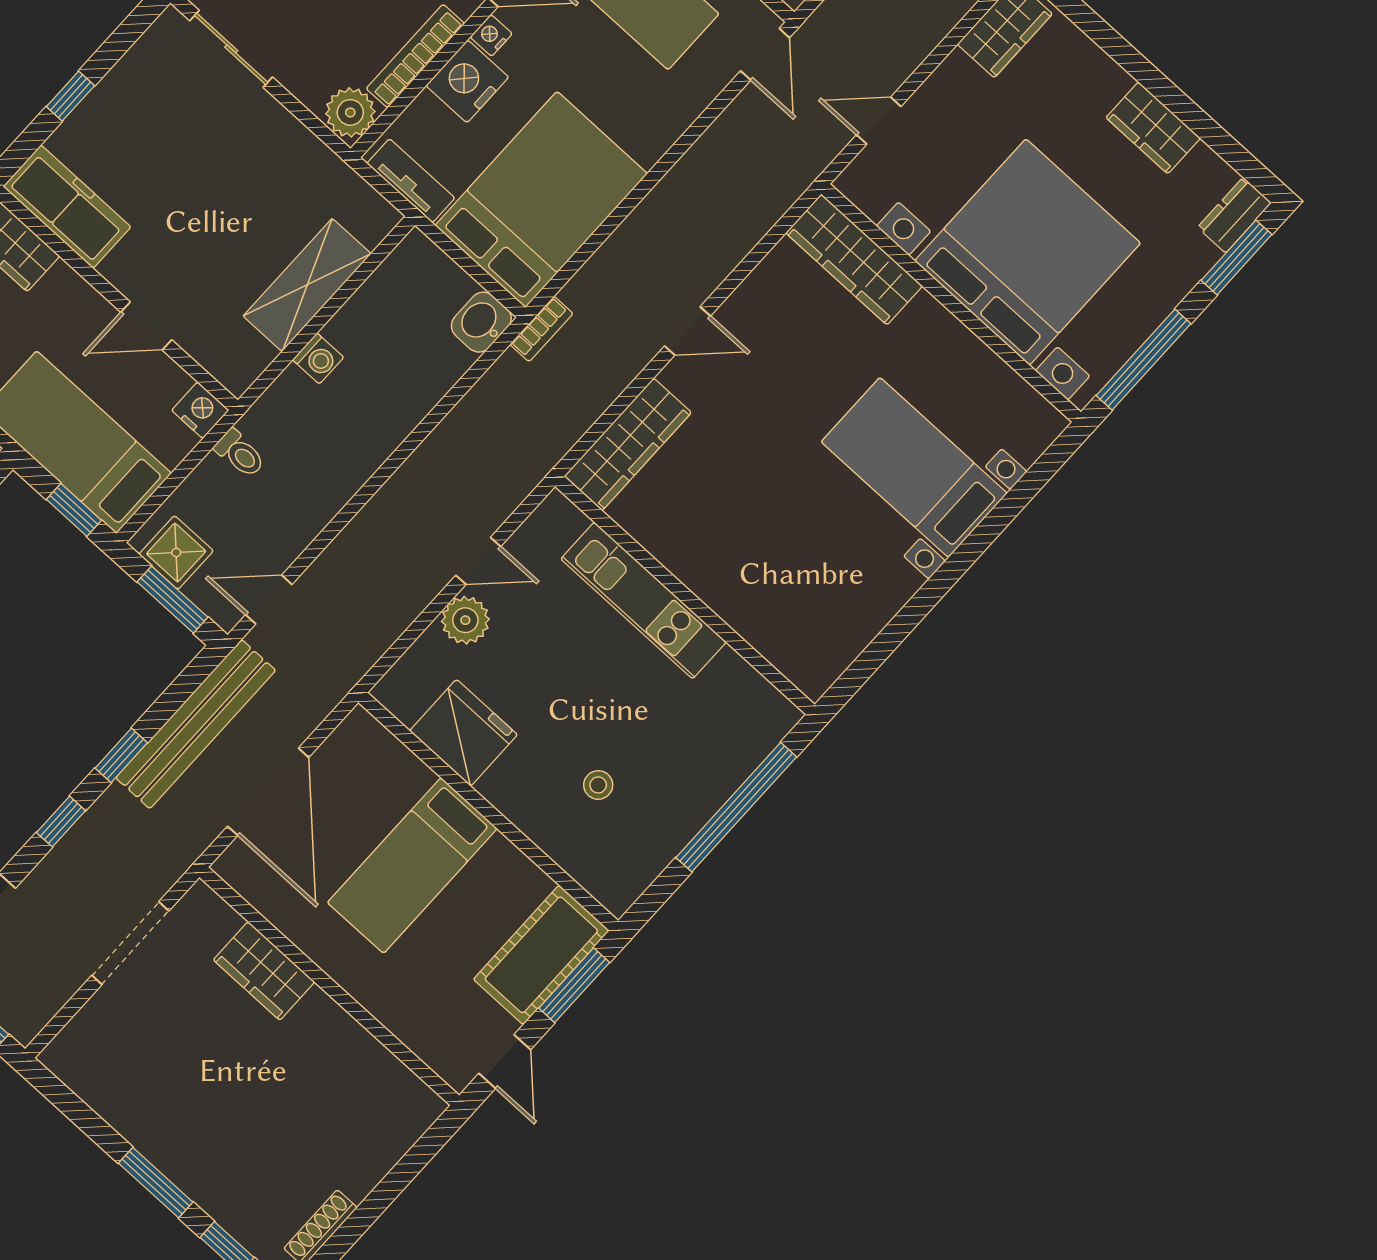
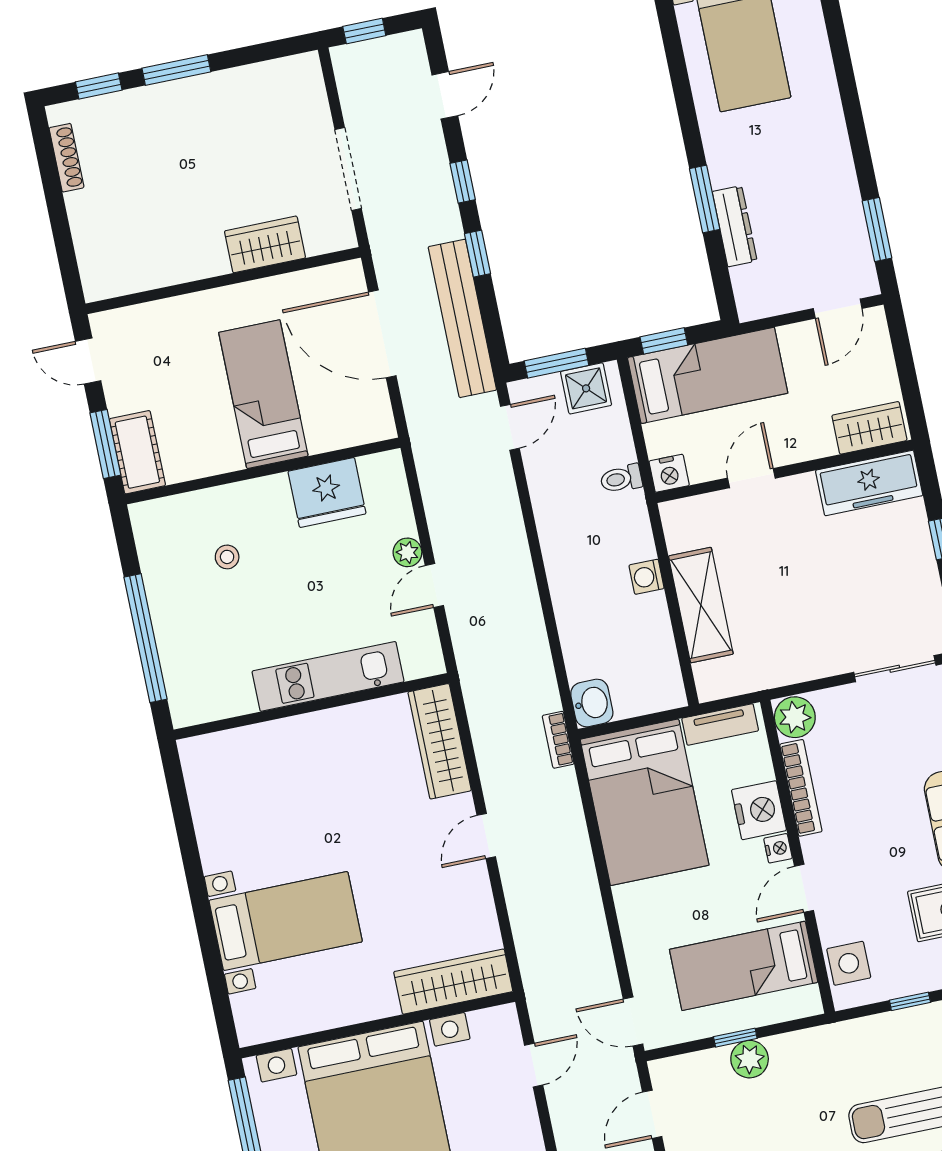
plant: (465, 620) -> (407, 552), width x0.73, depth x0.73
cot: (541, 955) -> (137, 452), width x0.73, depth x0.75

